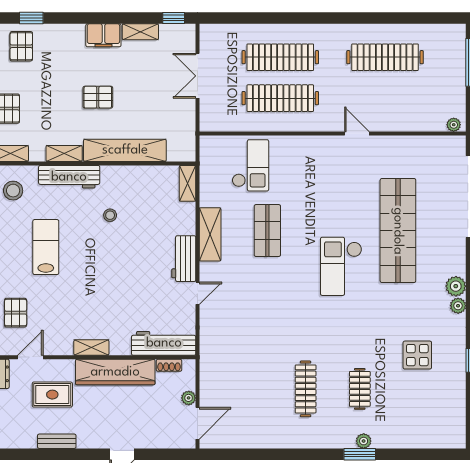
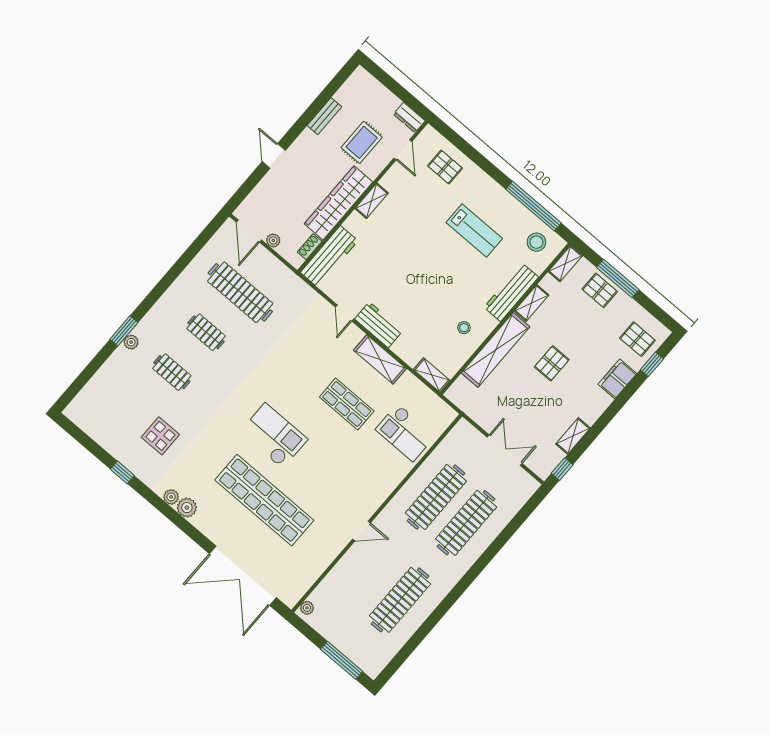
filing cabinet: (103, 35) -> (617, 379), moved
stool: (110, 215) -> (464, 328), moved
clothes rail: (251, 389) -> (240, 292), added
clothes rail: (306, 389) -> (206, 332), width x0.73

